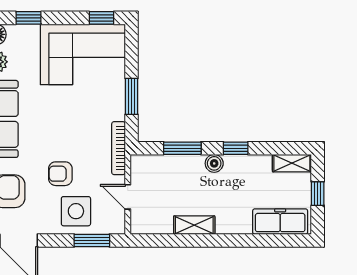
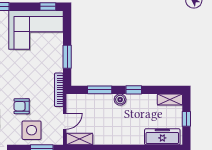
door: (128, 197) -> (65, 121), swing flipped
shelving: (194, 225) -> (80, 139), moved

